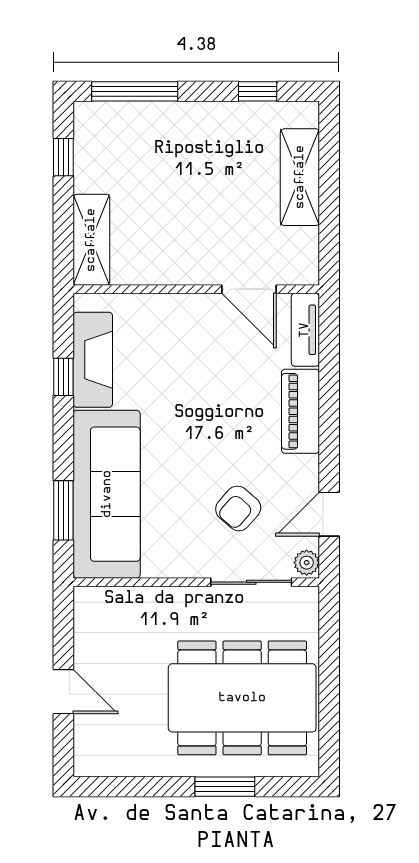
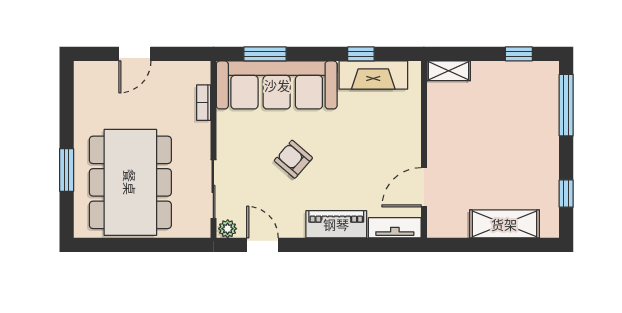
shelving: (91, 240) -> (449, 71), width x0.67, depth x0.75
armchair: (238, 508) -> (293, 159), moved
bookcase: (131, 596) -> (204, 103), added

